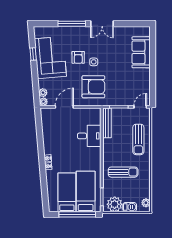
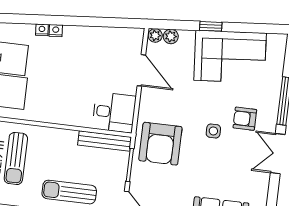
window: (33, 54) -> (211, 26), moved
armchair: (78, 57) -> (245, 119), moved
armchair: (93, 87) -> (160, 144), moved
desk: (89, 136) -> (114, 112), moved, turned -90

